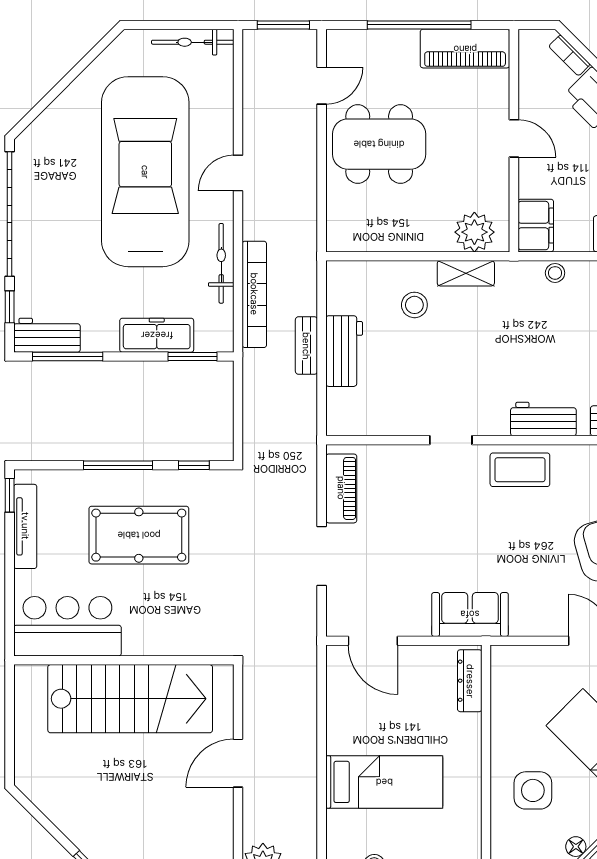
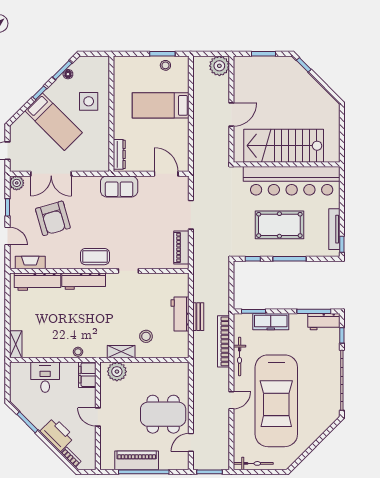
piano: (465, 49) -> (137, 460), moved
workbench: (543, 419) -> (84, 281), width x1.38
bar counter: (67, 626) -> (292, 181), width x1.86

